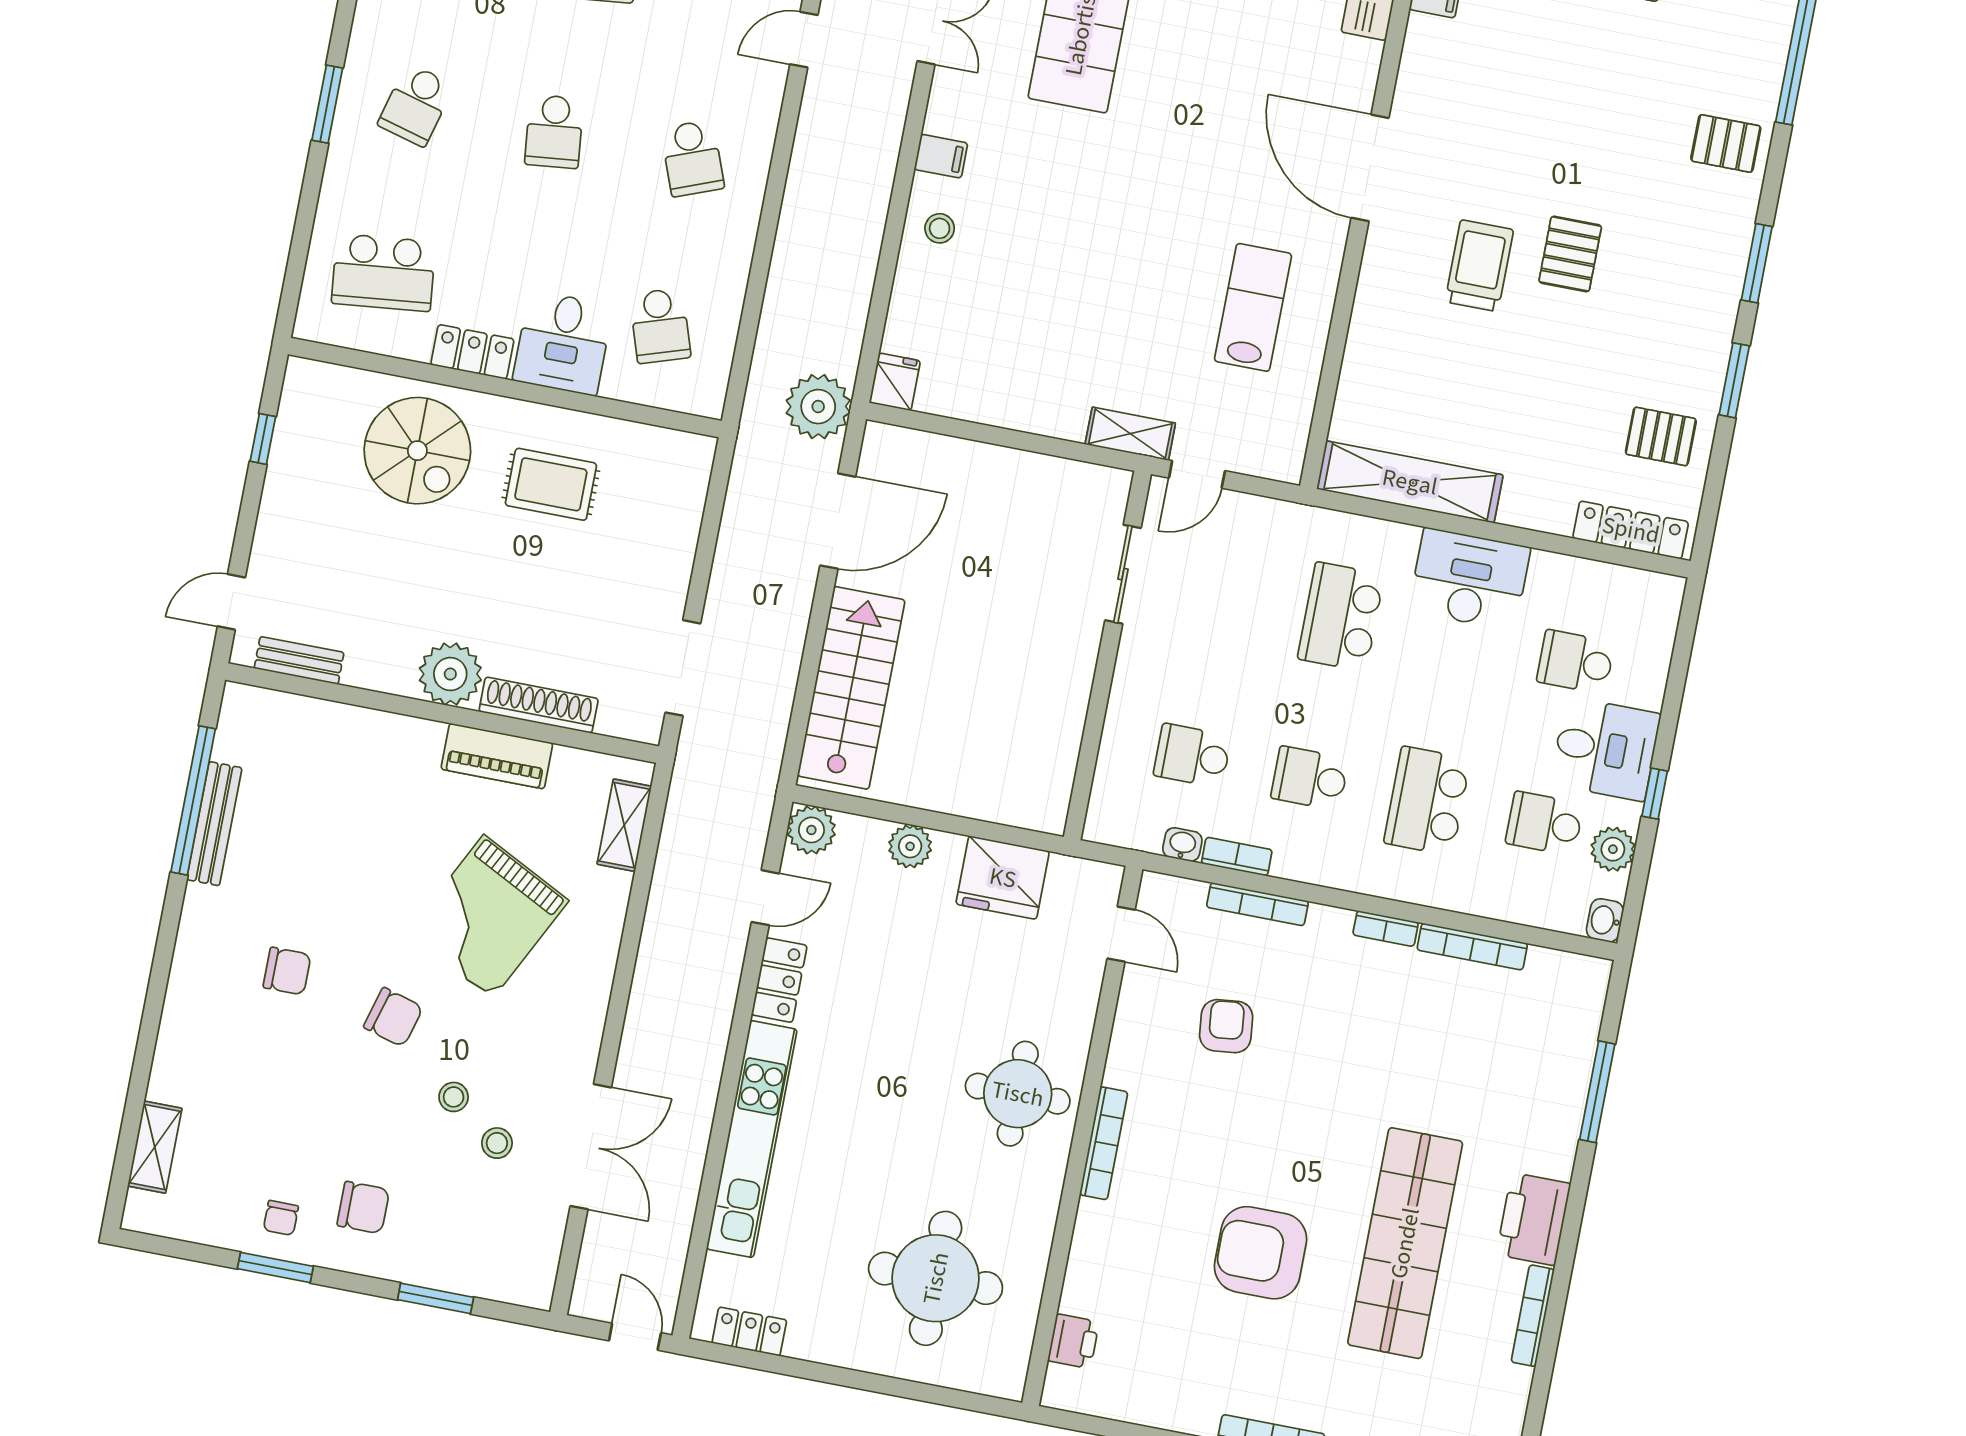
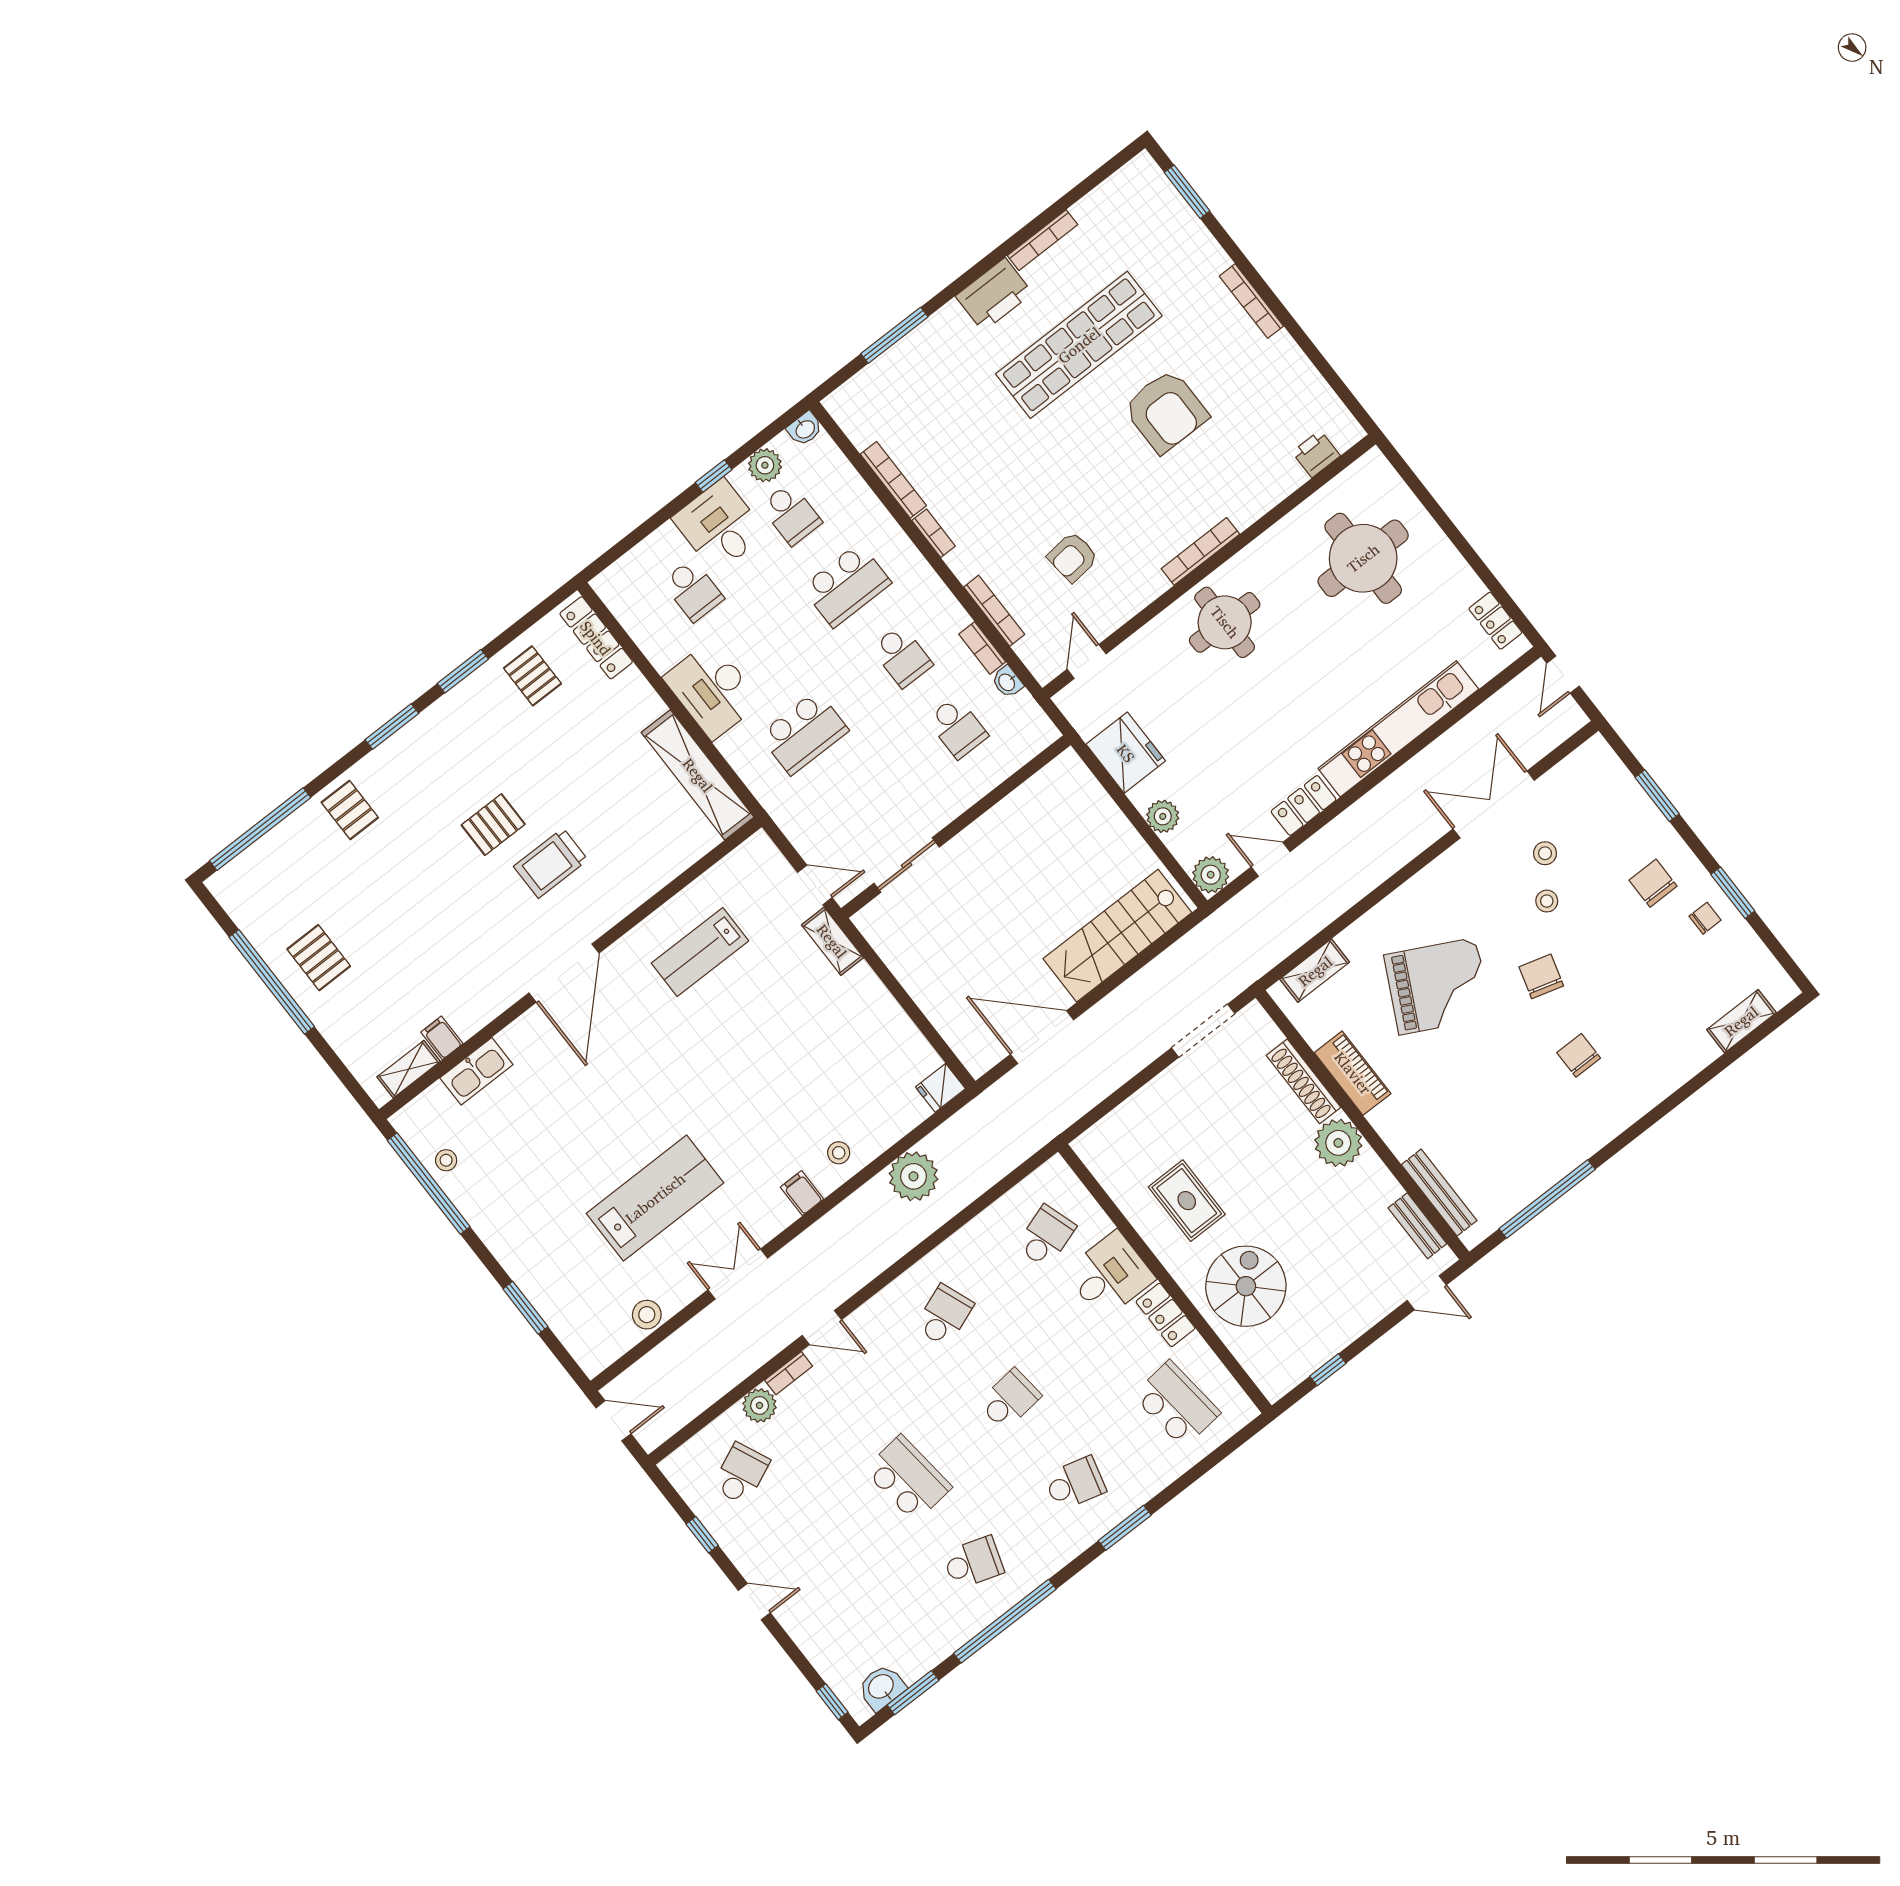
plant: (818, 407) -> (913, 1176), moved
bench: (214, 824) -> (1439, 1193), moved, turned 90

